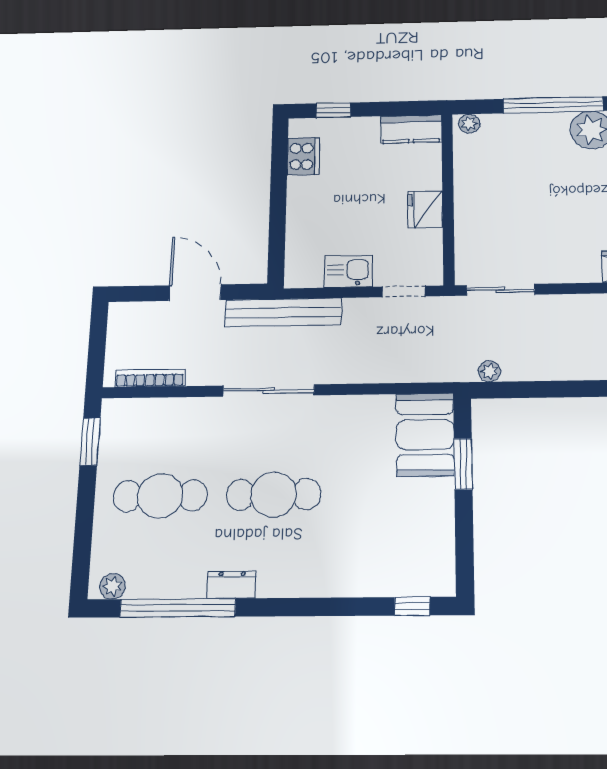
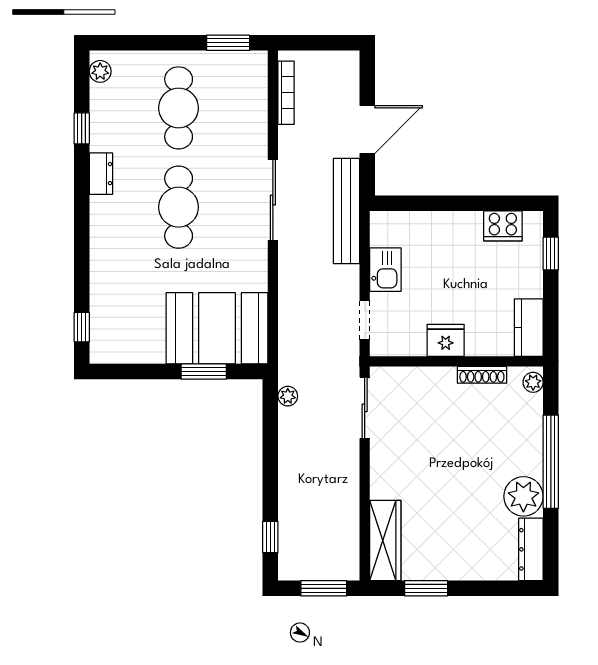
shoe rack: (462, 173) -> (482, 375), added
booth: (425, 435) -> (217, 328), width x1.36, depth x1.42
window: (178, 608) -> (82, 128), width x0.32

